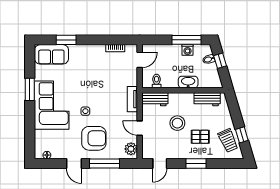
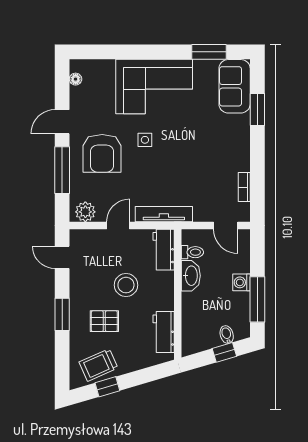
washing machine: (188, 50) -> (242, 282), moved
washbasin: (188, 82) -> (191, 276), moved
window: (30, 89) -> (209, 52), moved
tv unit: (132, 99) -> (164, 214), width x1.41
pallet: (200, 137) -> (104, 321), turned 90

